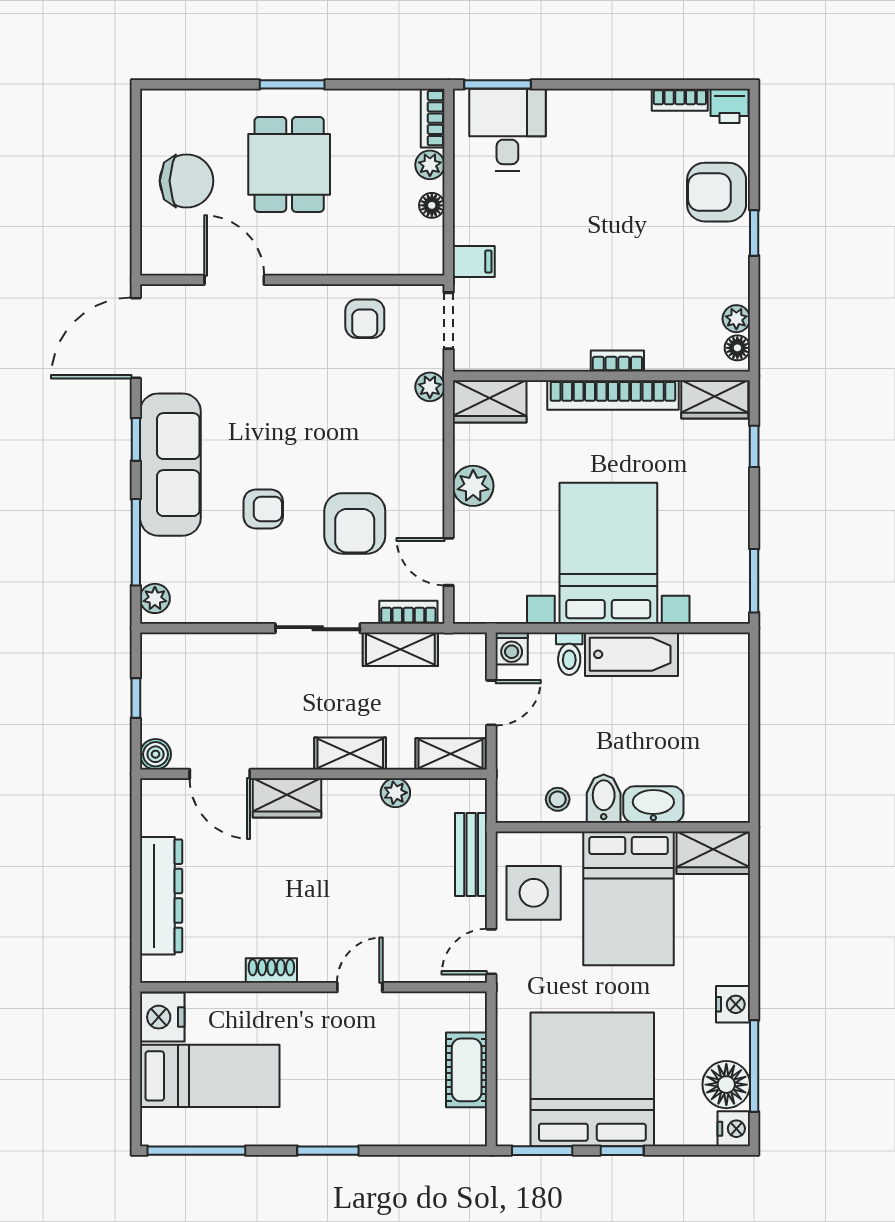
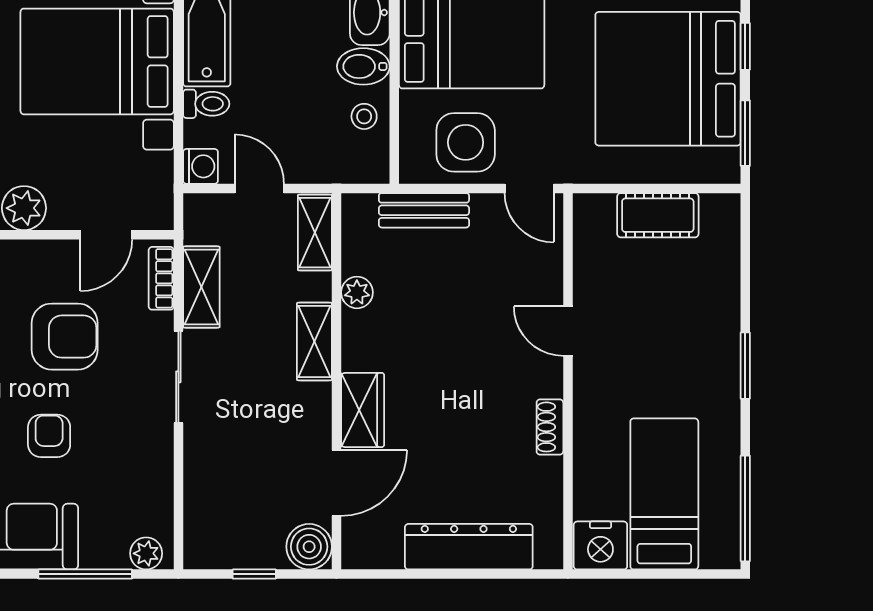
boiler: (156, 754) -> (309, 547), width x1.36, depth x1.36

